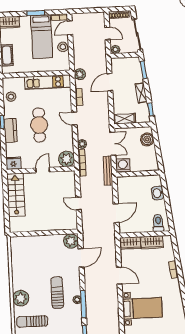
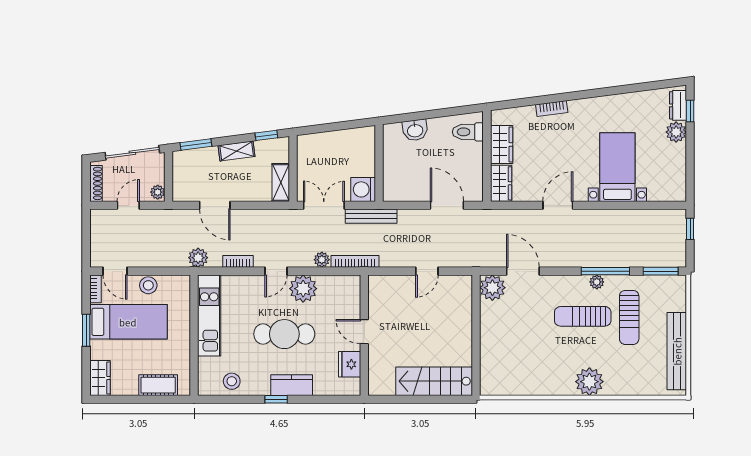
boiler: (147, 139) -> (319, 144), removed
plant: (66, 159) -> (303, 289), moved
fridge: (13, 163) -> (350, 364), moved
stairs: (16, 195) -> (434, 381), moved
sun lounger: (32, 321) -> (629, 317), moved

